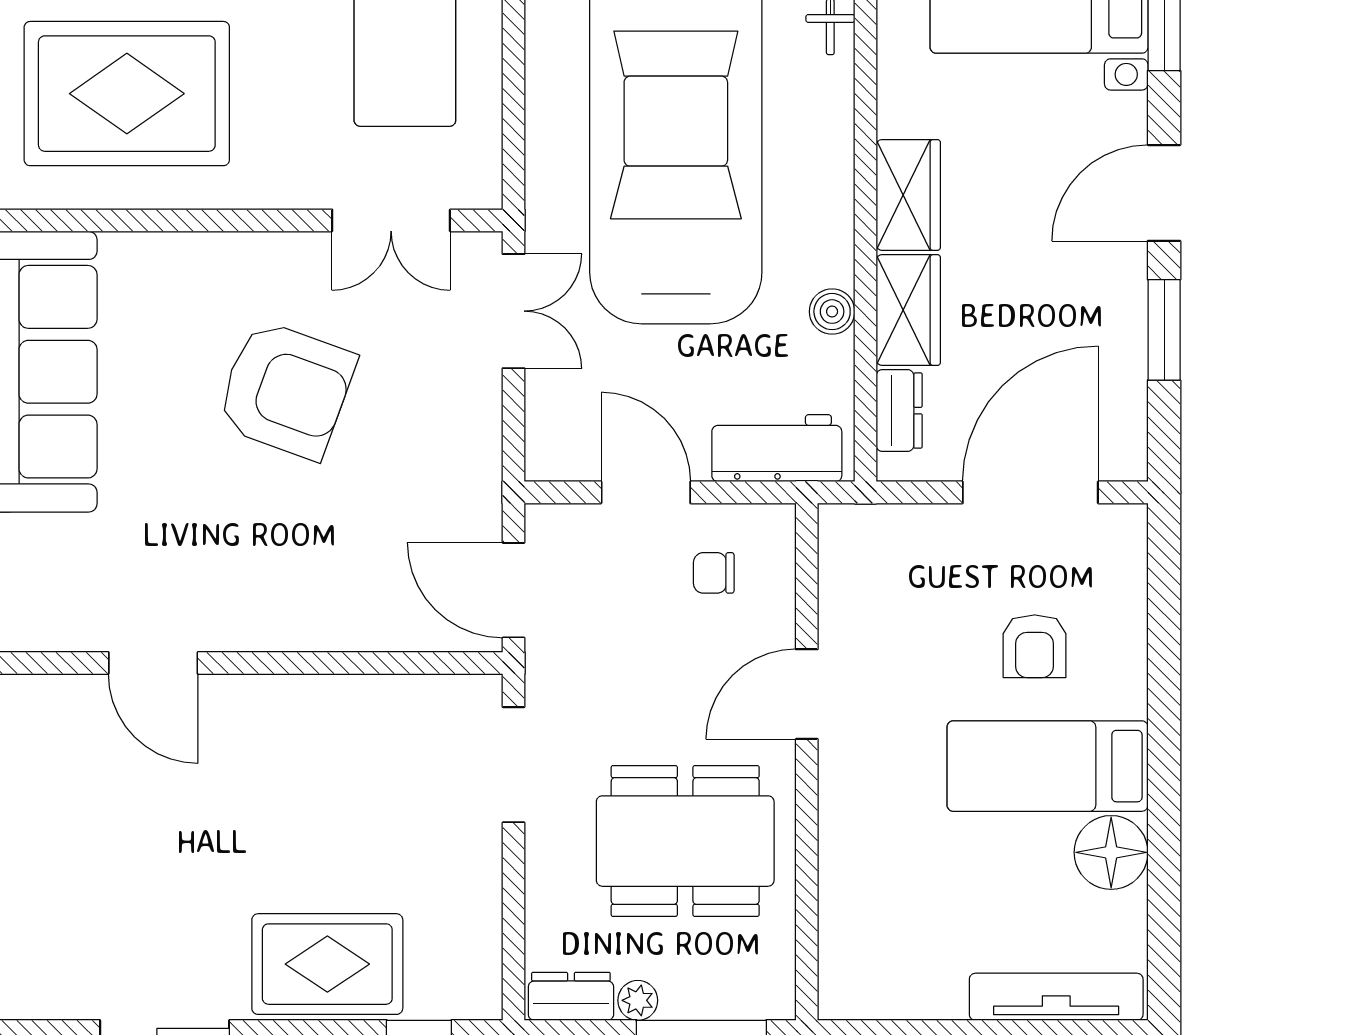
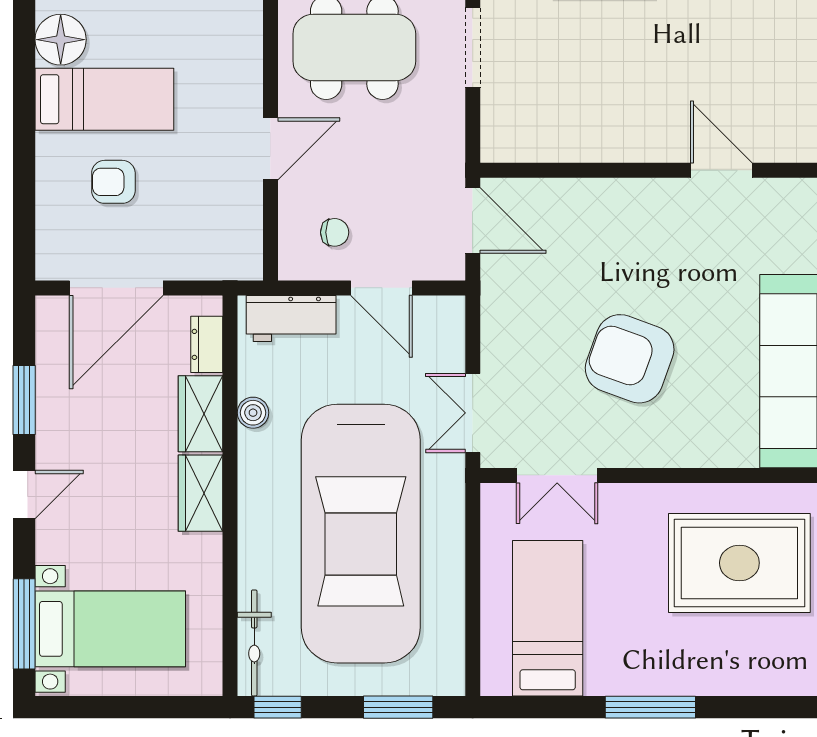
door: (1164, 193) -> (24, 494), width x0.73
double door: (391, 220) -> (557, 475), swing flipped
armchair: (1035, 646) -> (113, 182), turned -90
doorway: (514, 765) -> (473, 48), moved

